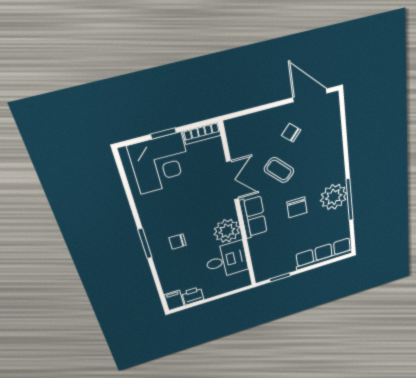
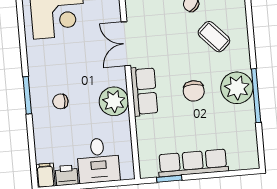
coffee table: (279, 170) -> (214, 37), moved
double door: (233, 180) -> (126, 44), swing flipped
row of seats: (324, 254) -> (193, 163), moved
desk: (227, 260) -> (98, 160), moved, turned 90

